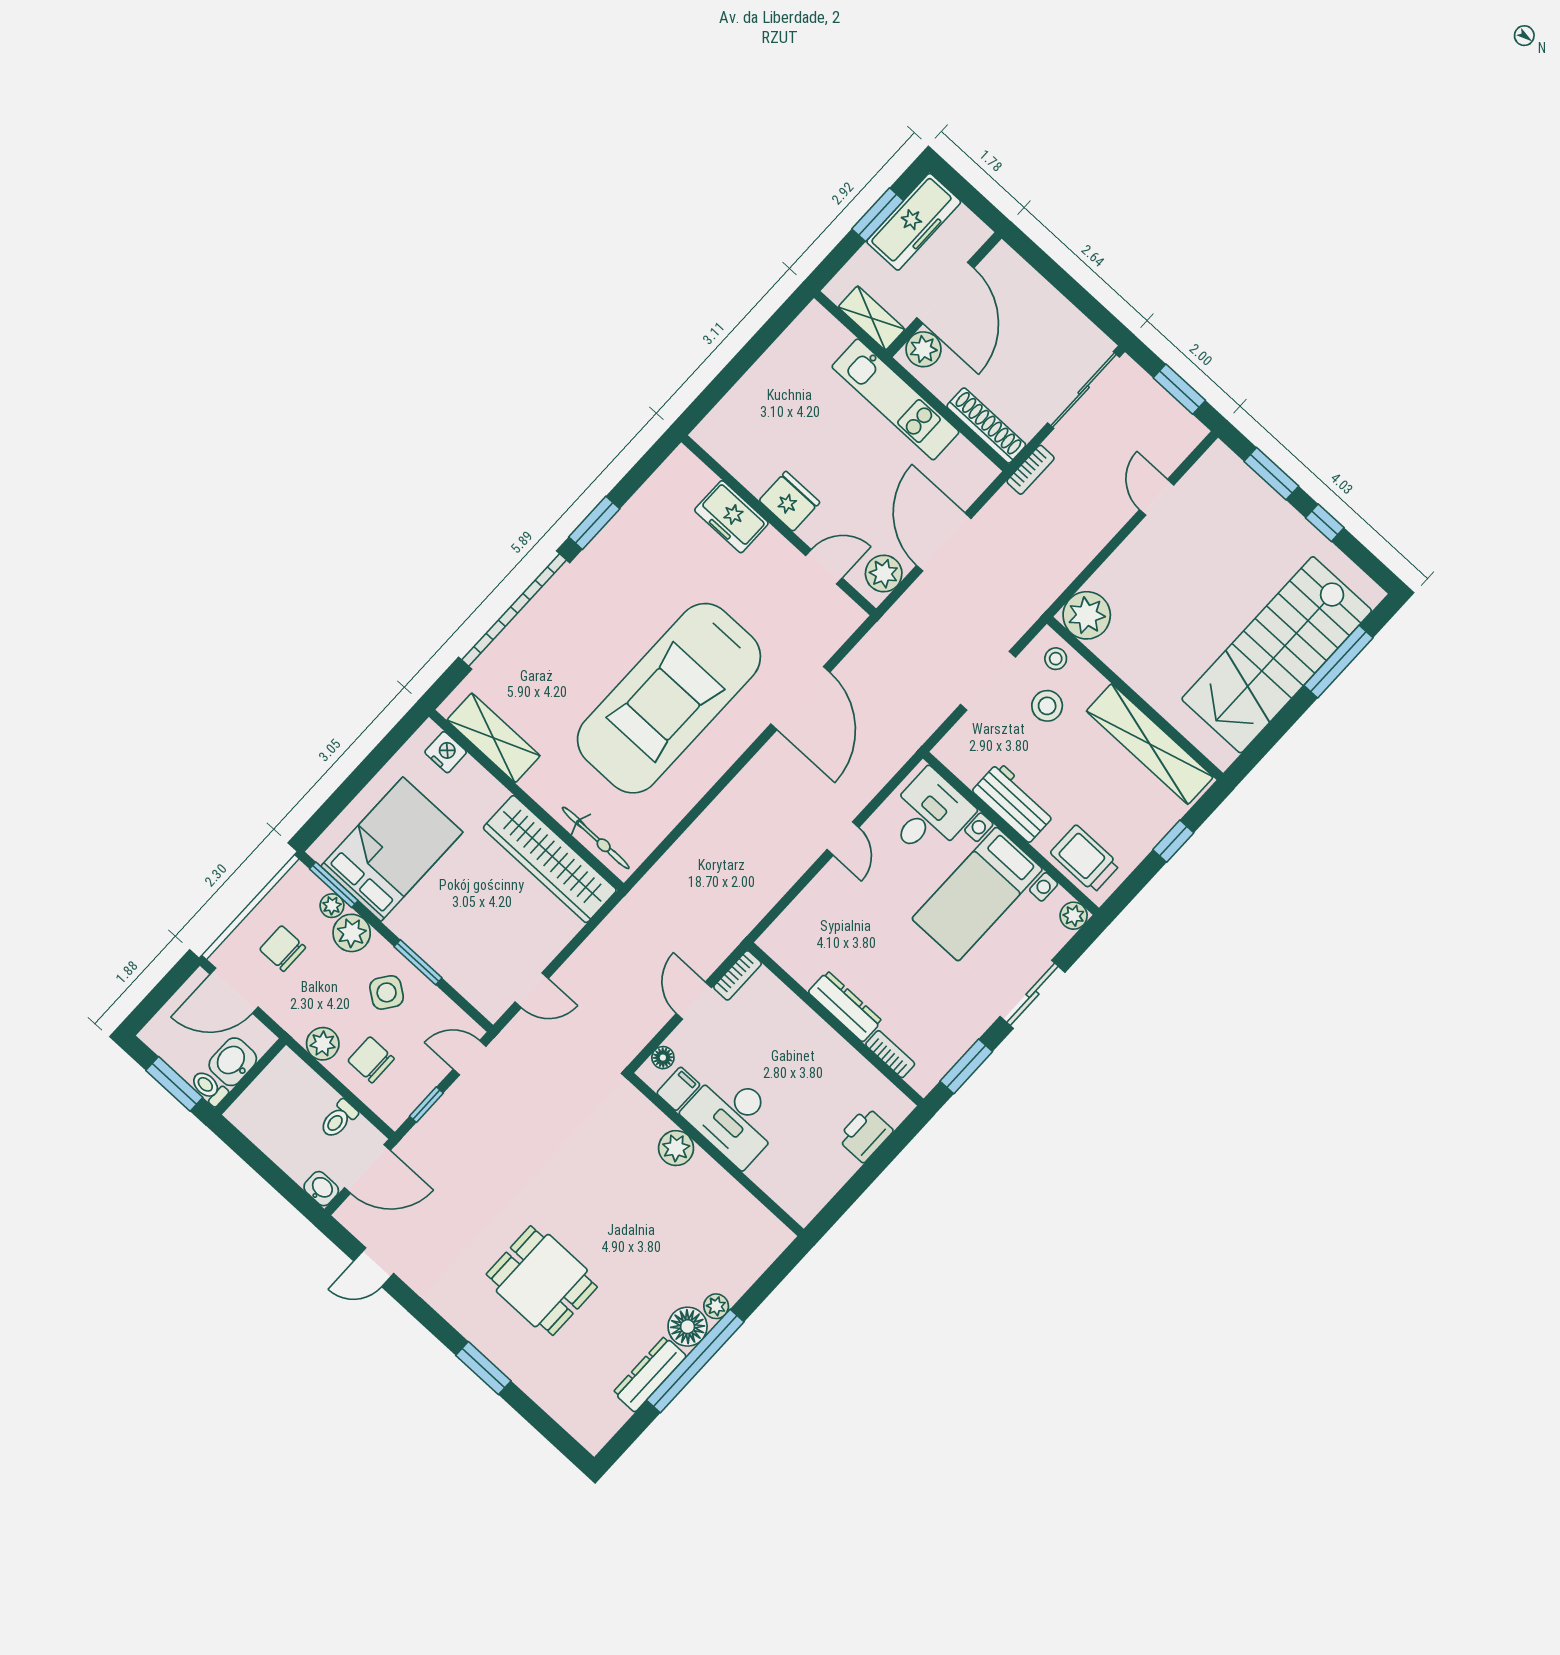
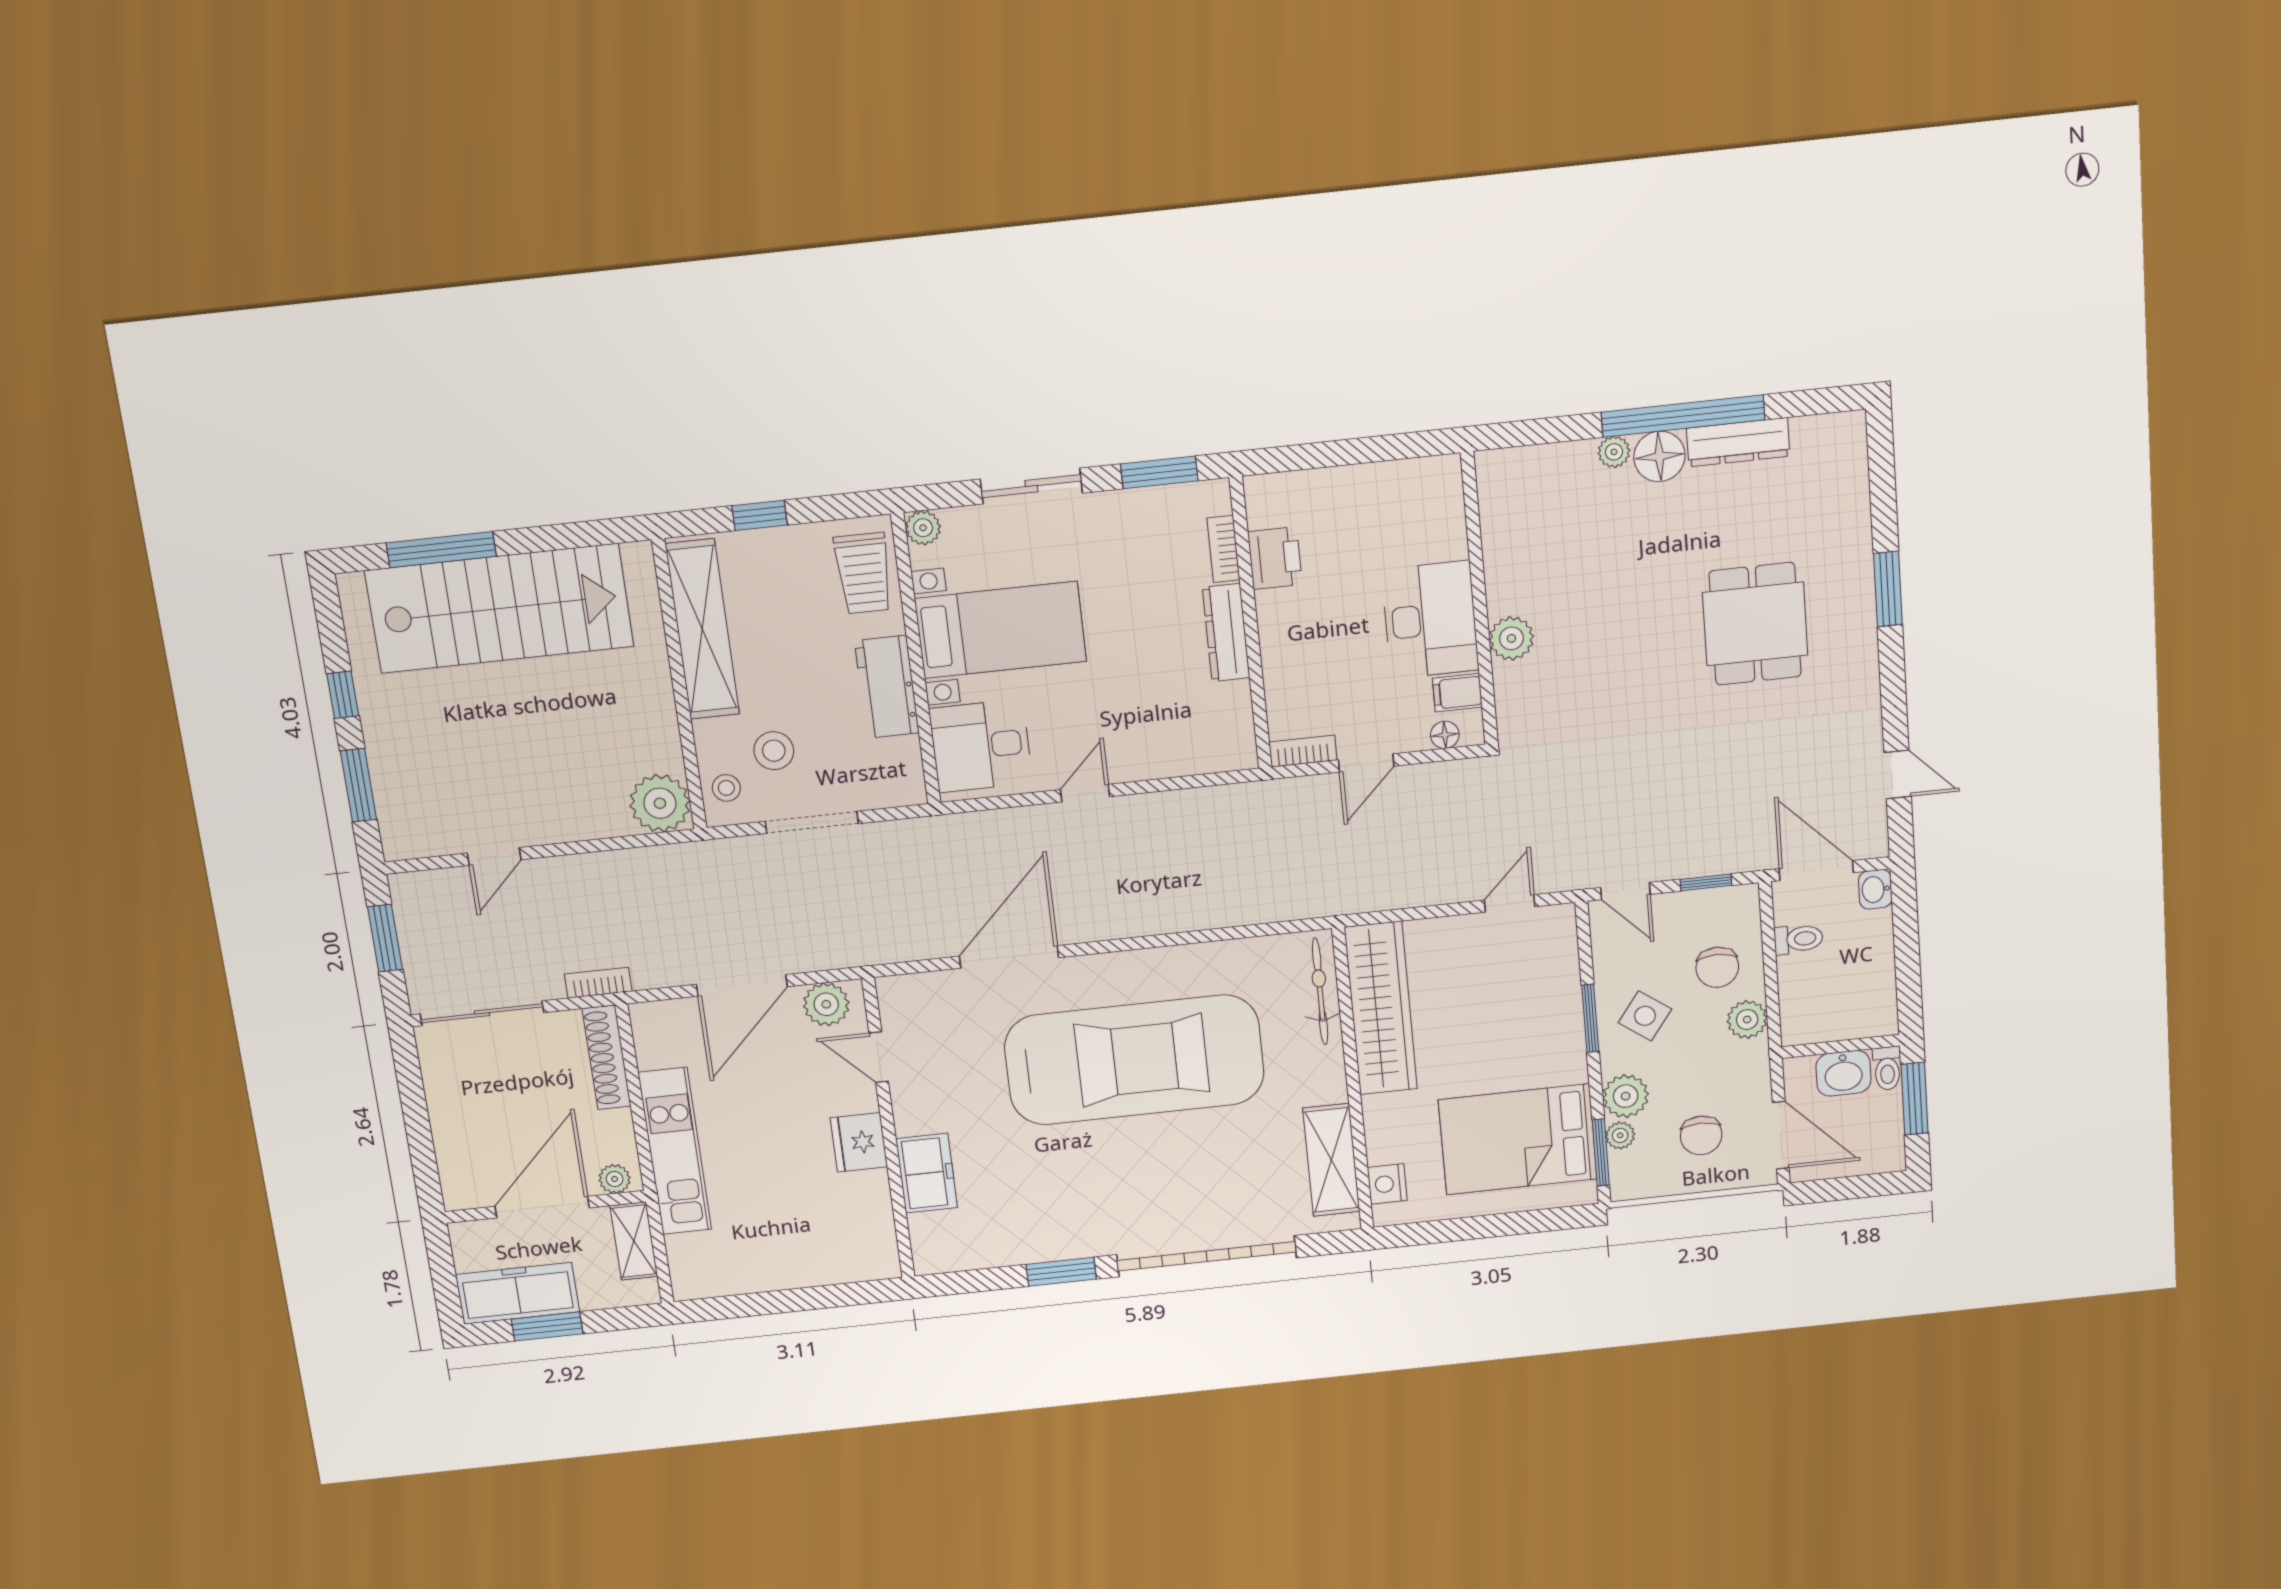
plant: (923, 349) -> (615, 1179), width x0.73, depth x0.73
door: (532, 990) -> (1510, 903), hinge flipped
printer: (865, 1135) -> (1275, 558), moved, turned -90

